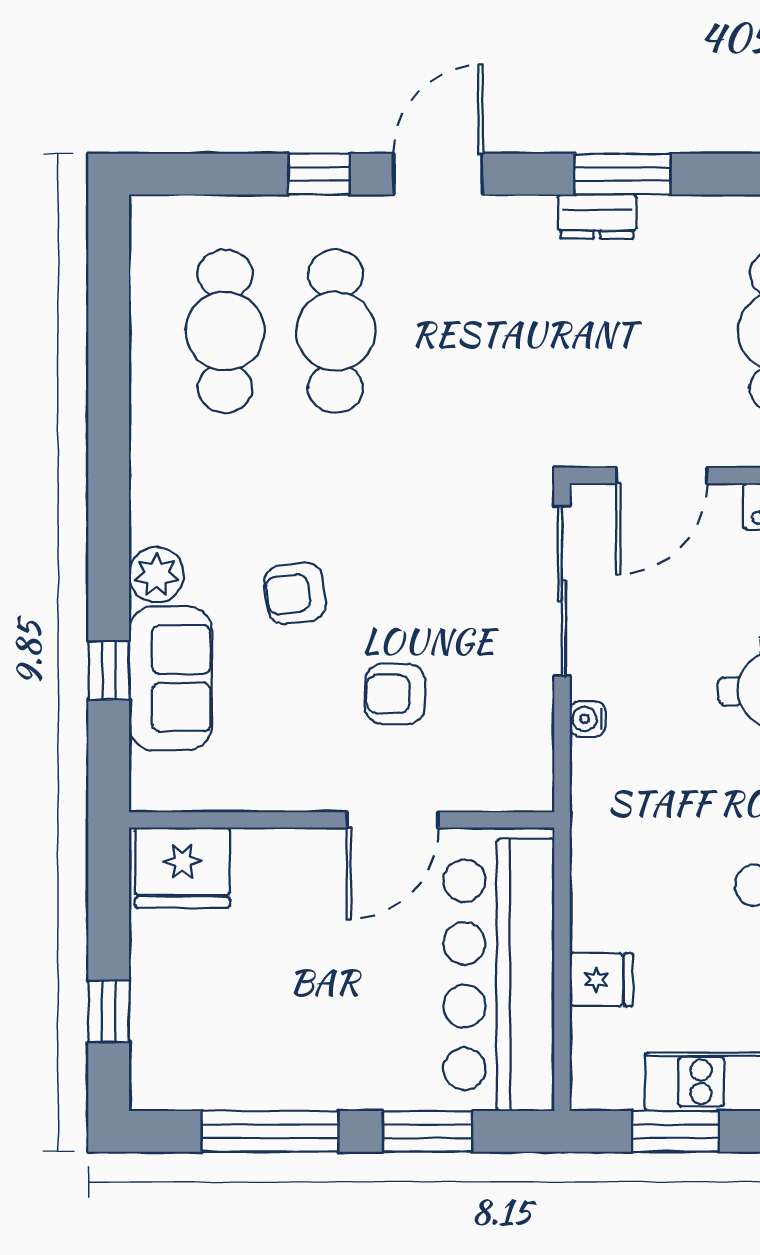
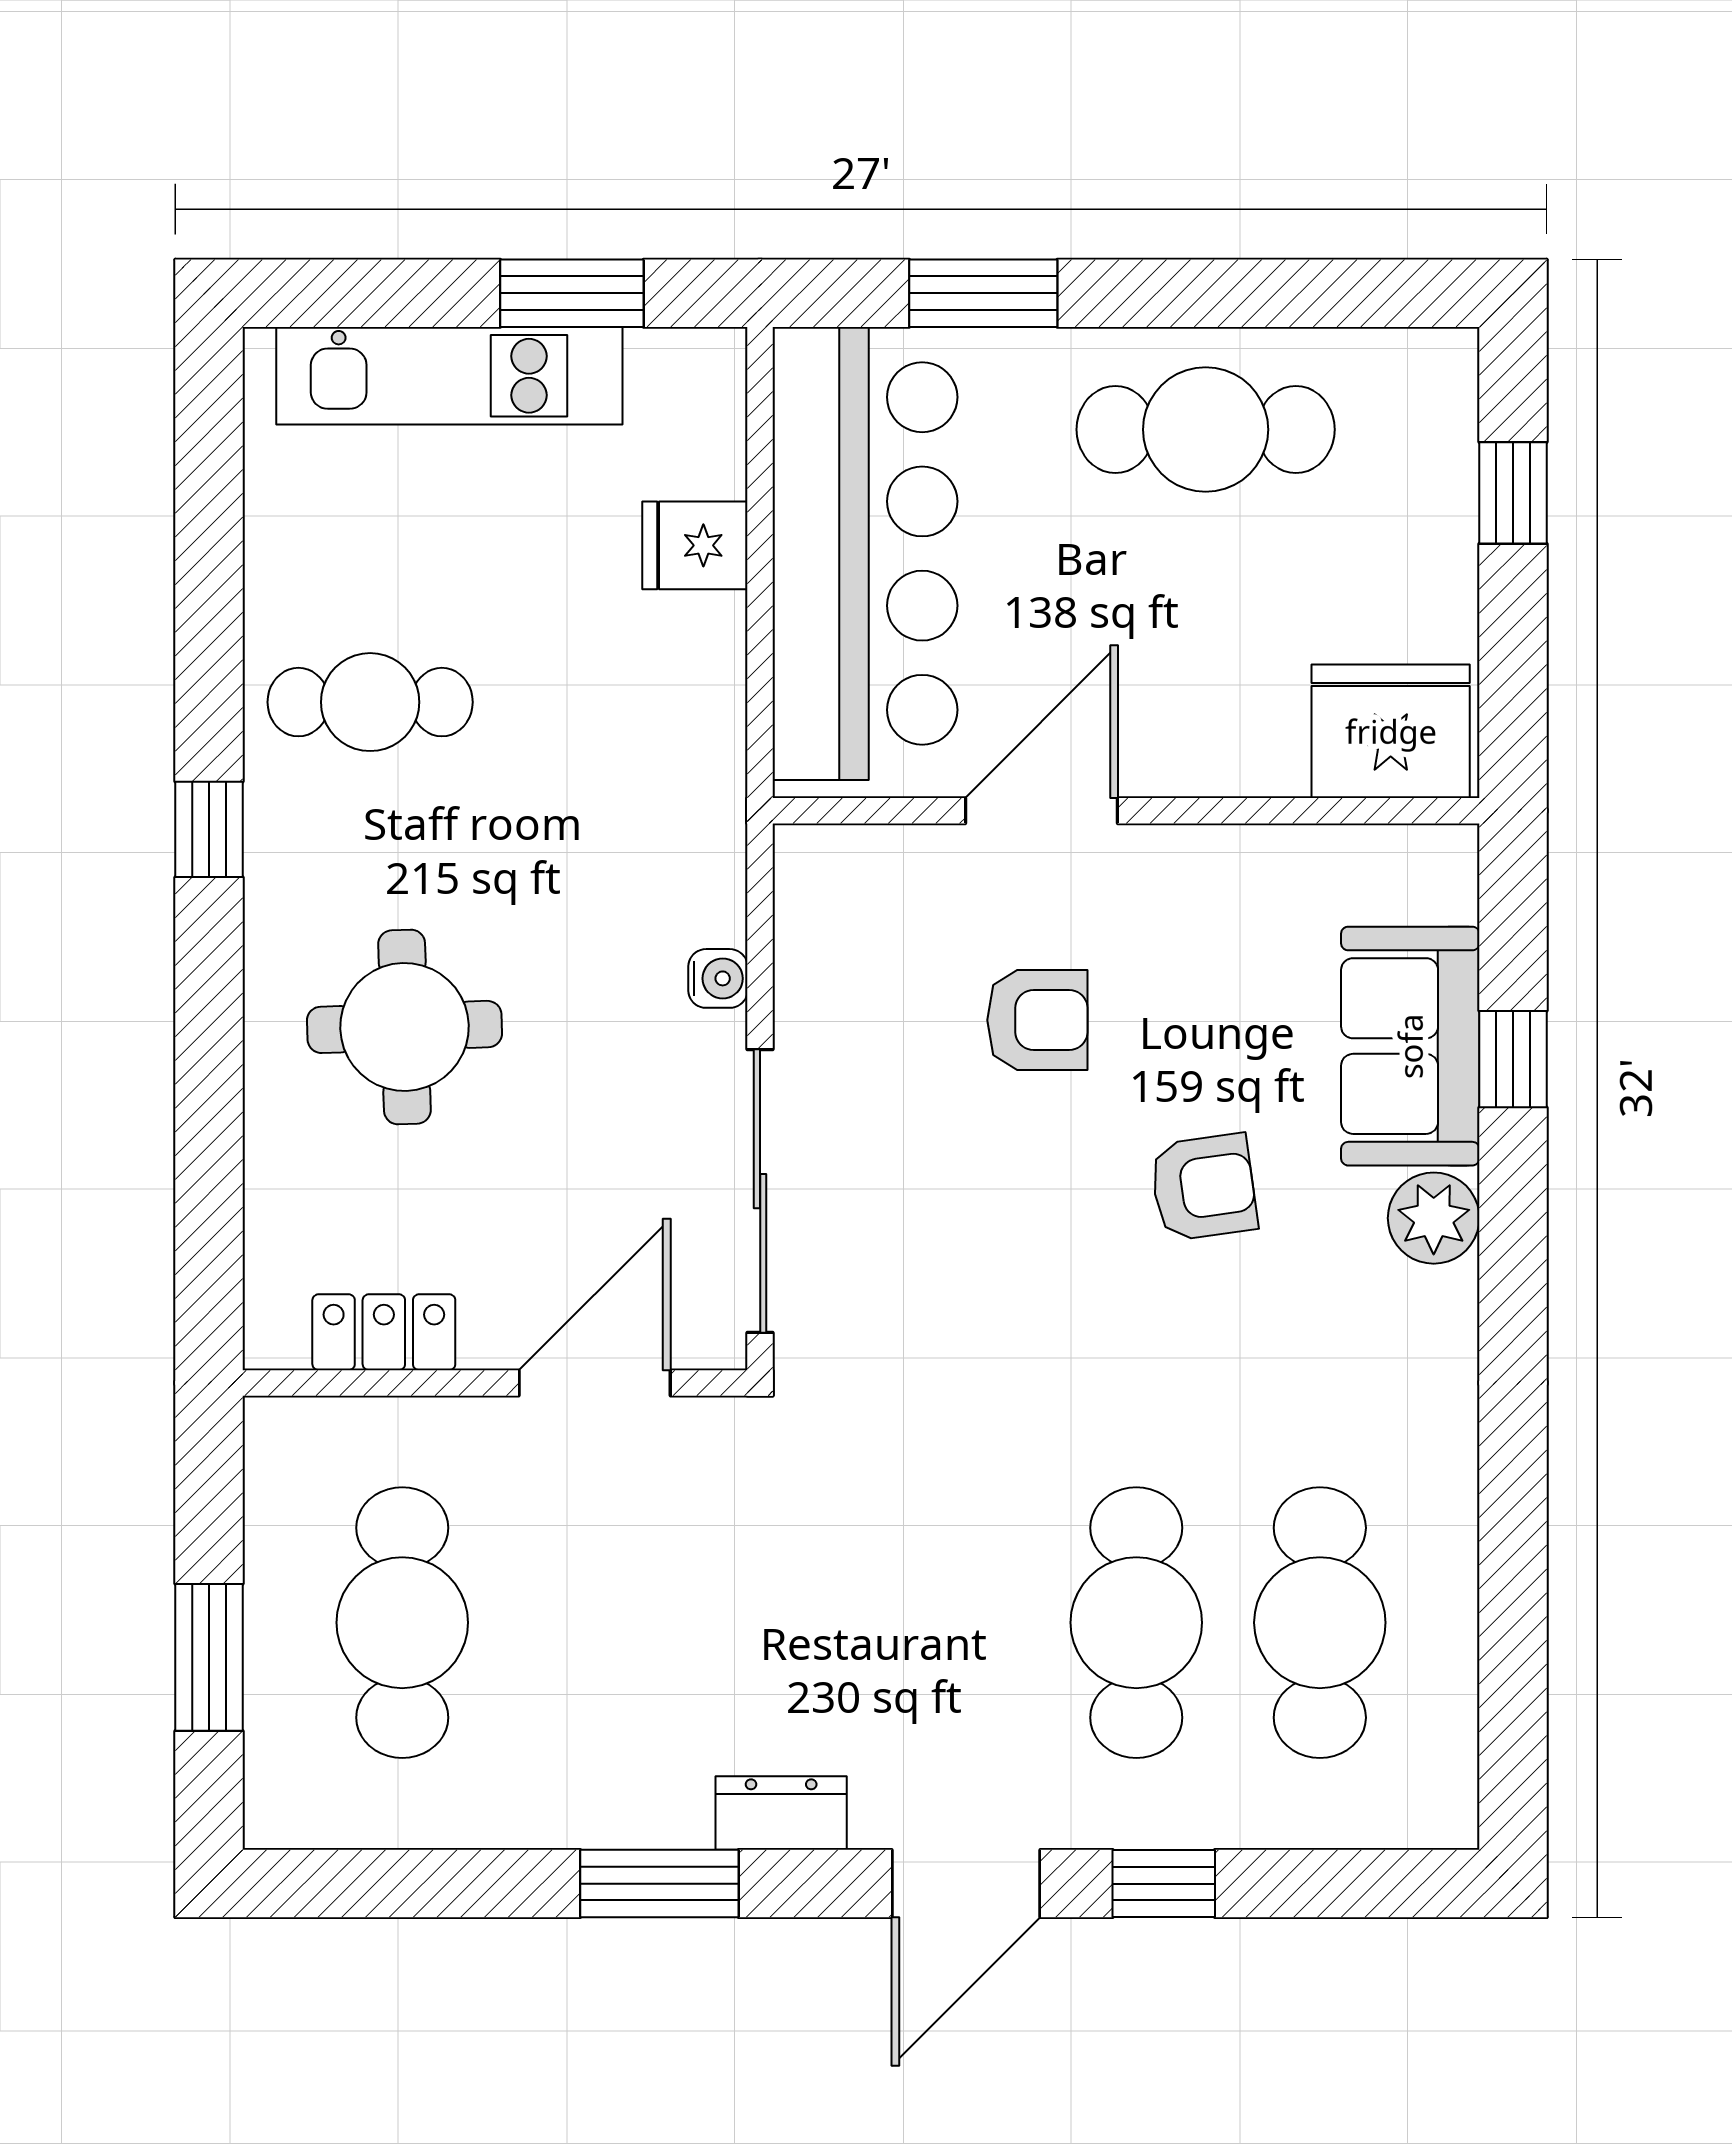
dresser: (597, 217) -> (781, 1813), moved
cafe table: (294, 1049) -> (1206, 430), added
window: (270, 1131) -> (1245, 293), removed

